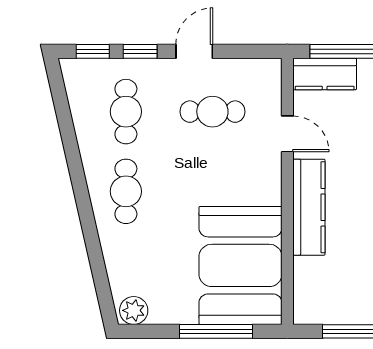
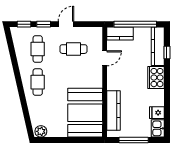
door: (287, 134) -> (105, 58), hinge flipped
kitchen counter: (309, 207) -> (113, 110), moved
window: (216, 331) -> (75, 140), removed

